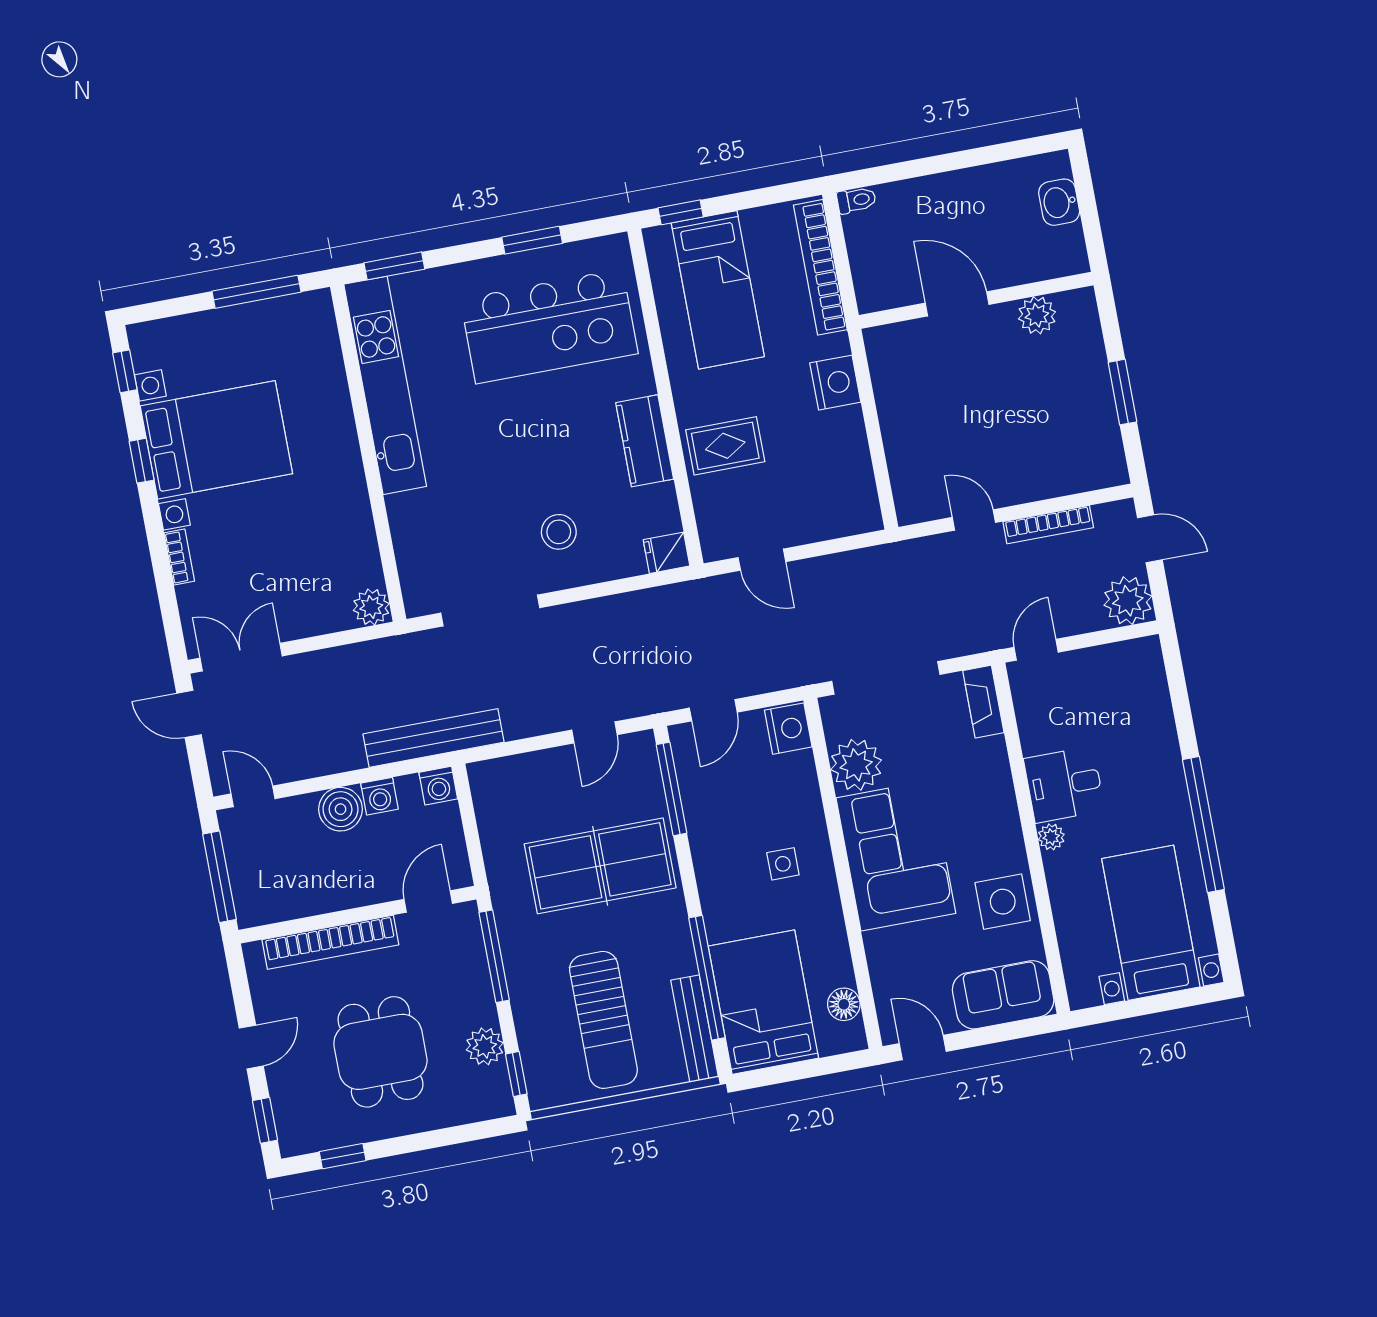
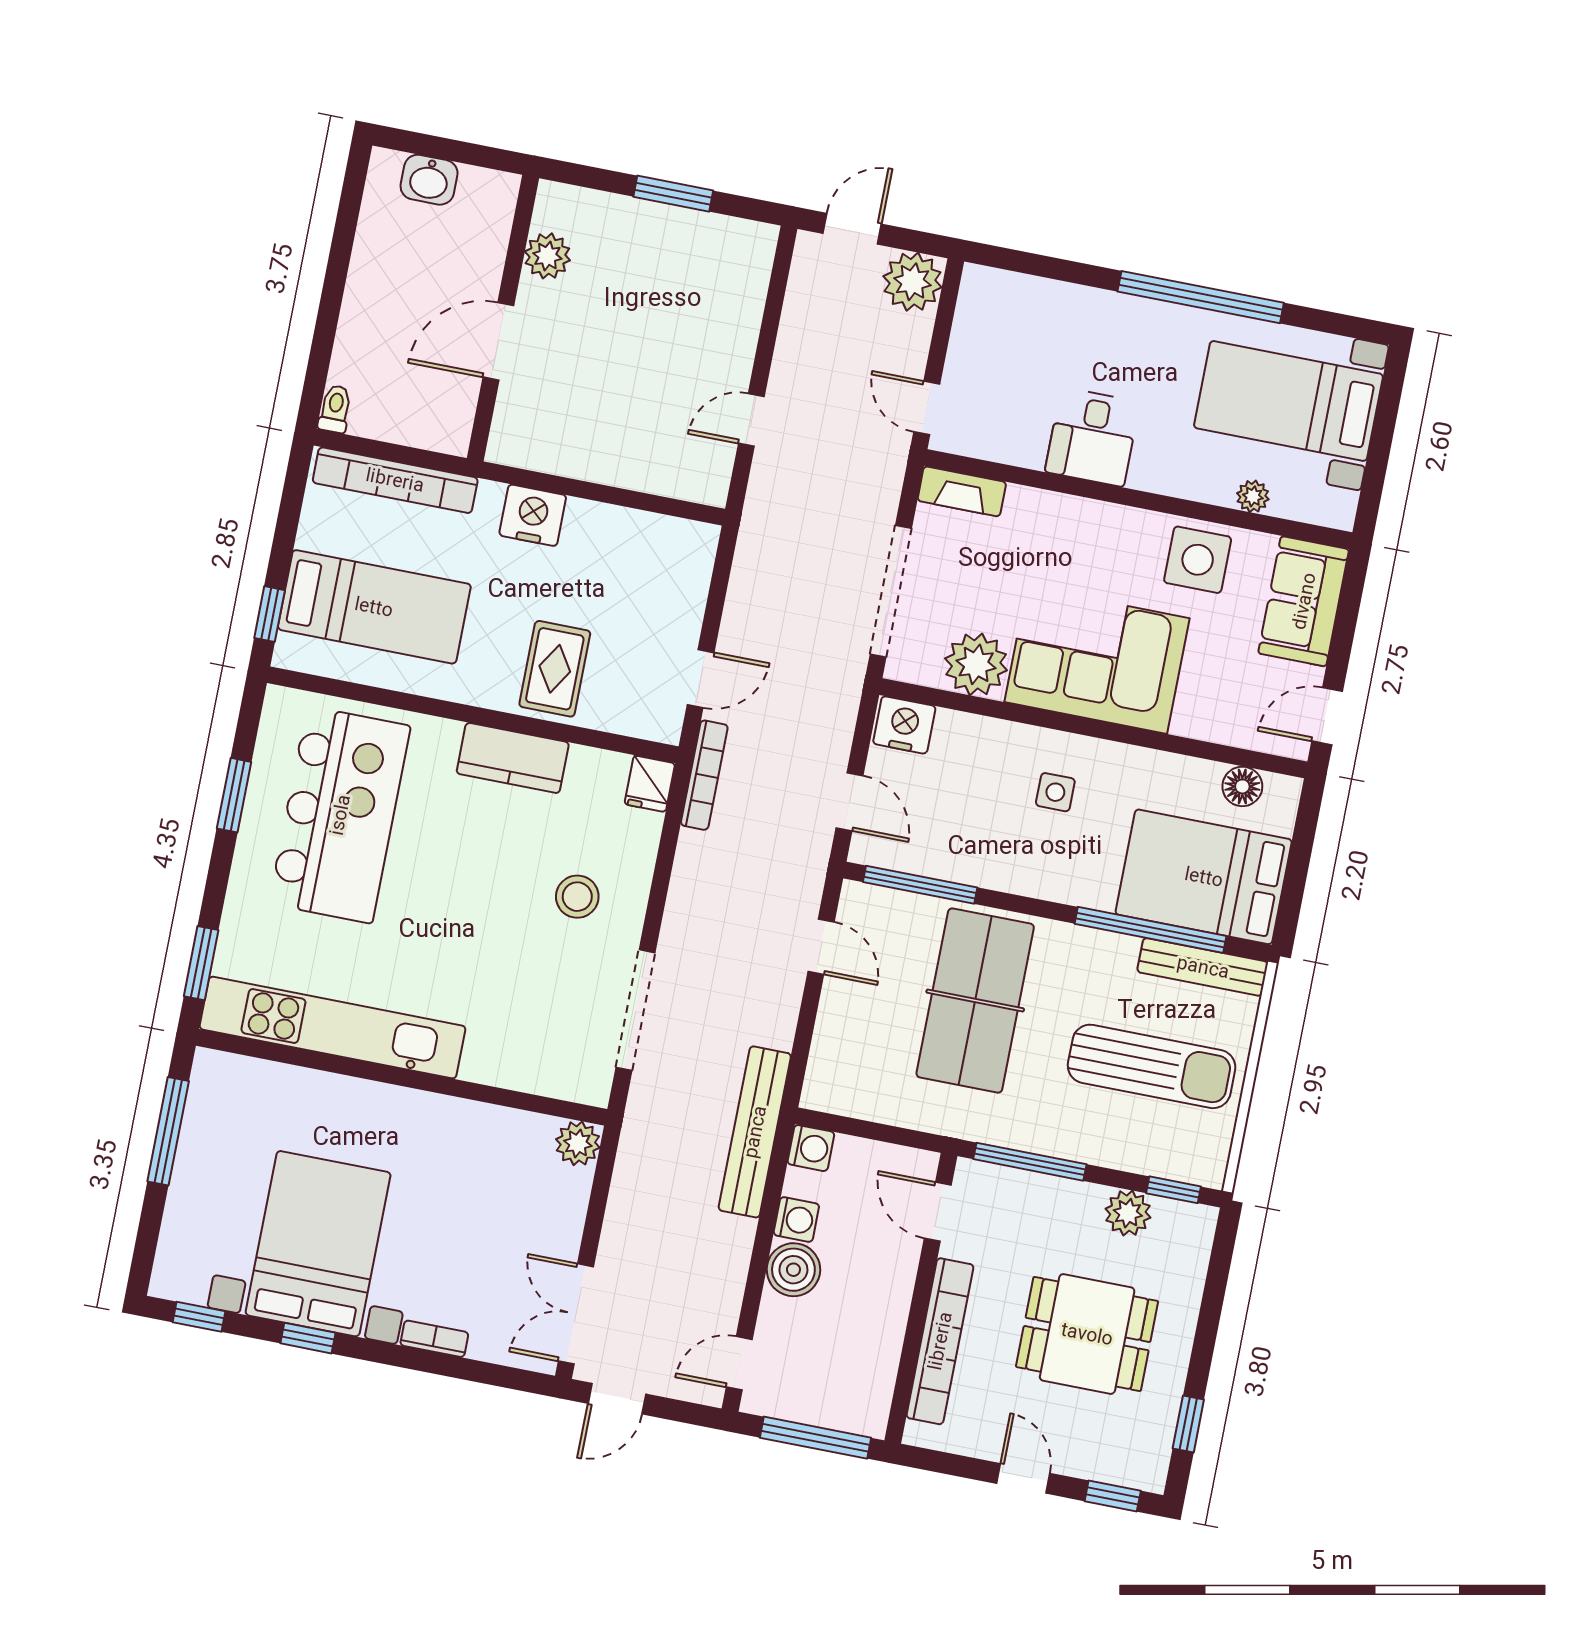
bookcase: (1048, 525) -> (704, 775), moved
plant: (1051, 837) -> (1253, 496), moved

